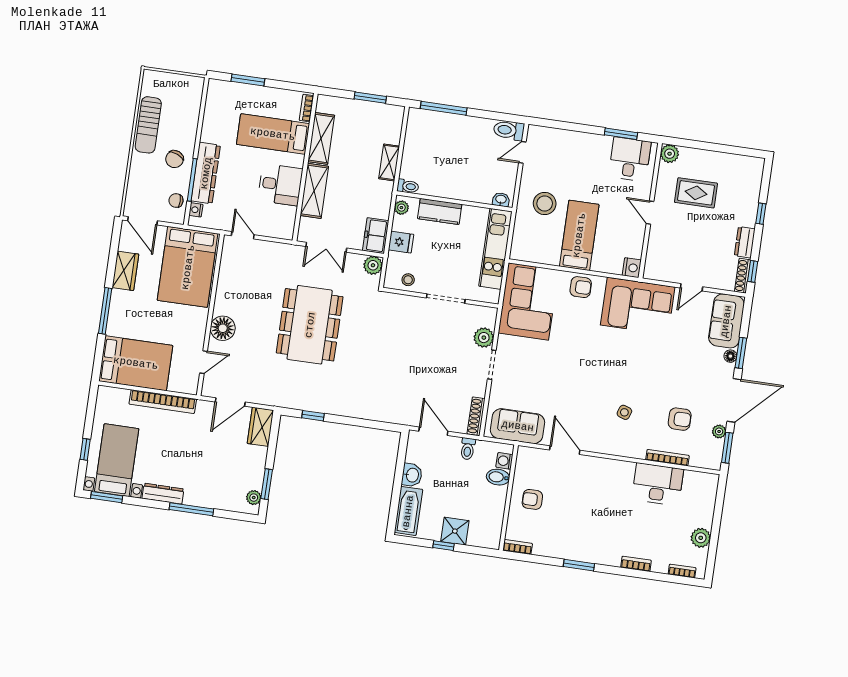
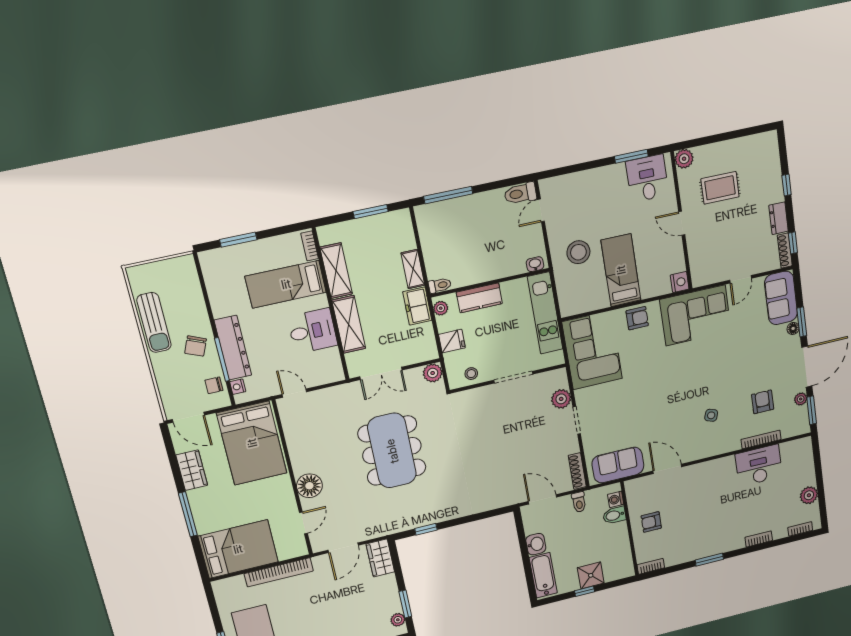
freezer: (376, 236) -> (417, 306), moved
armchair: (680, 419) -> (763, 402), turned -90

